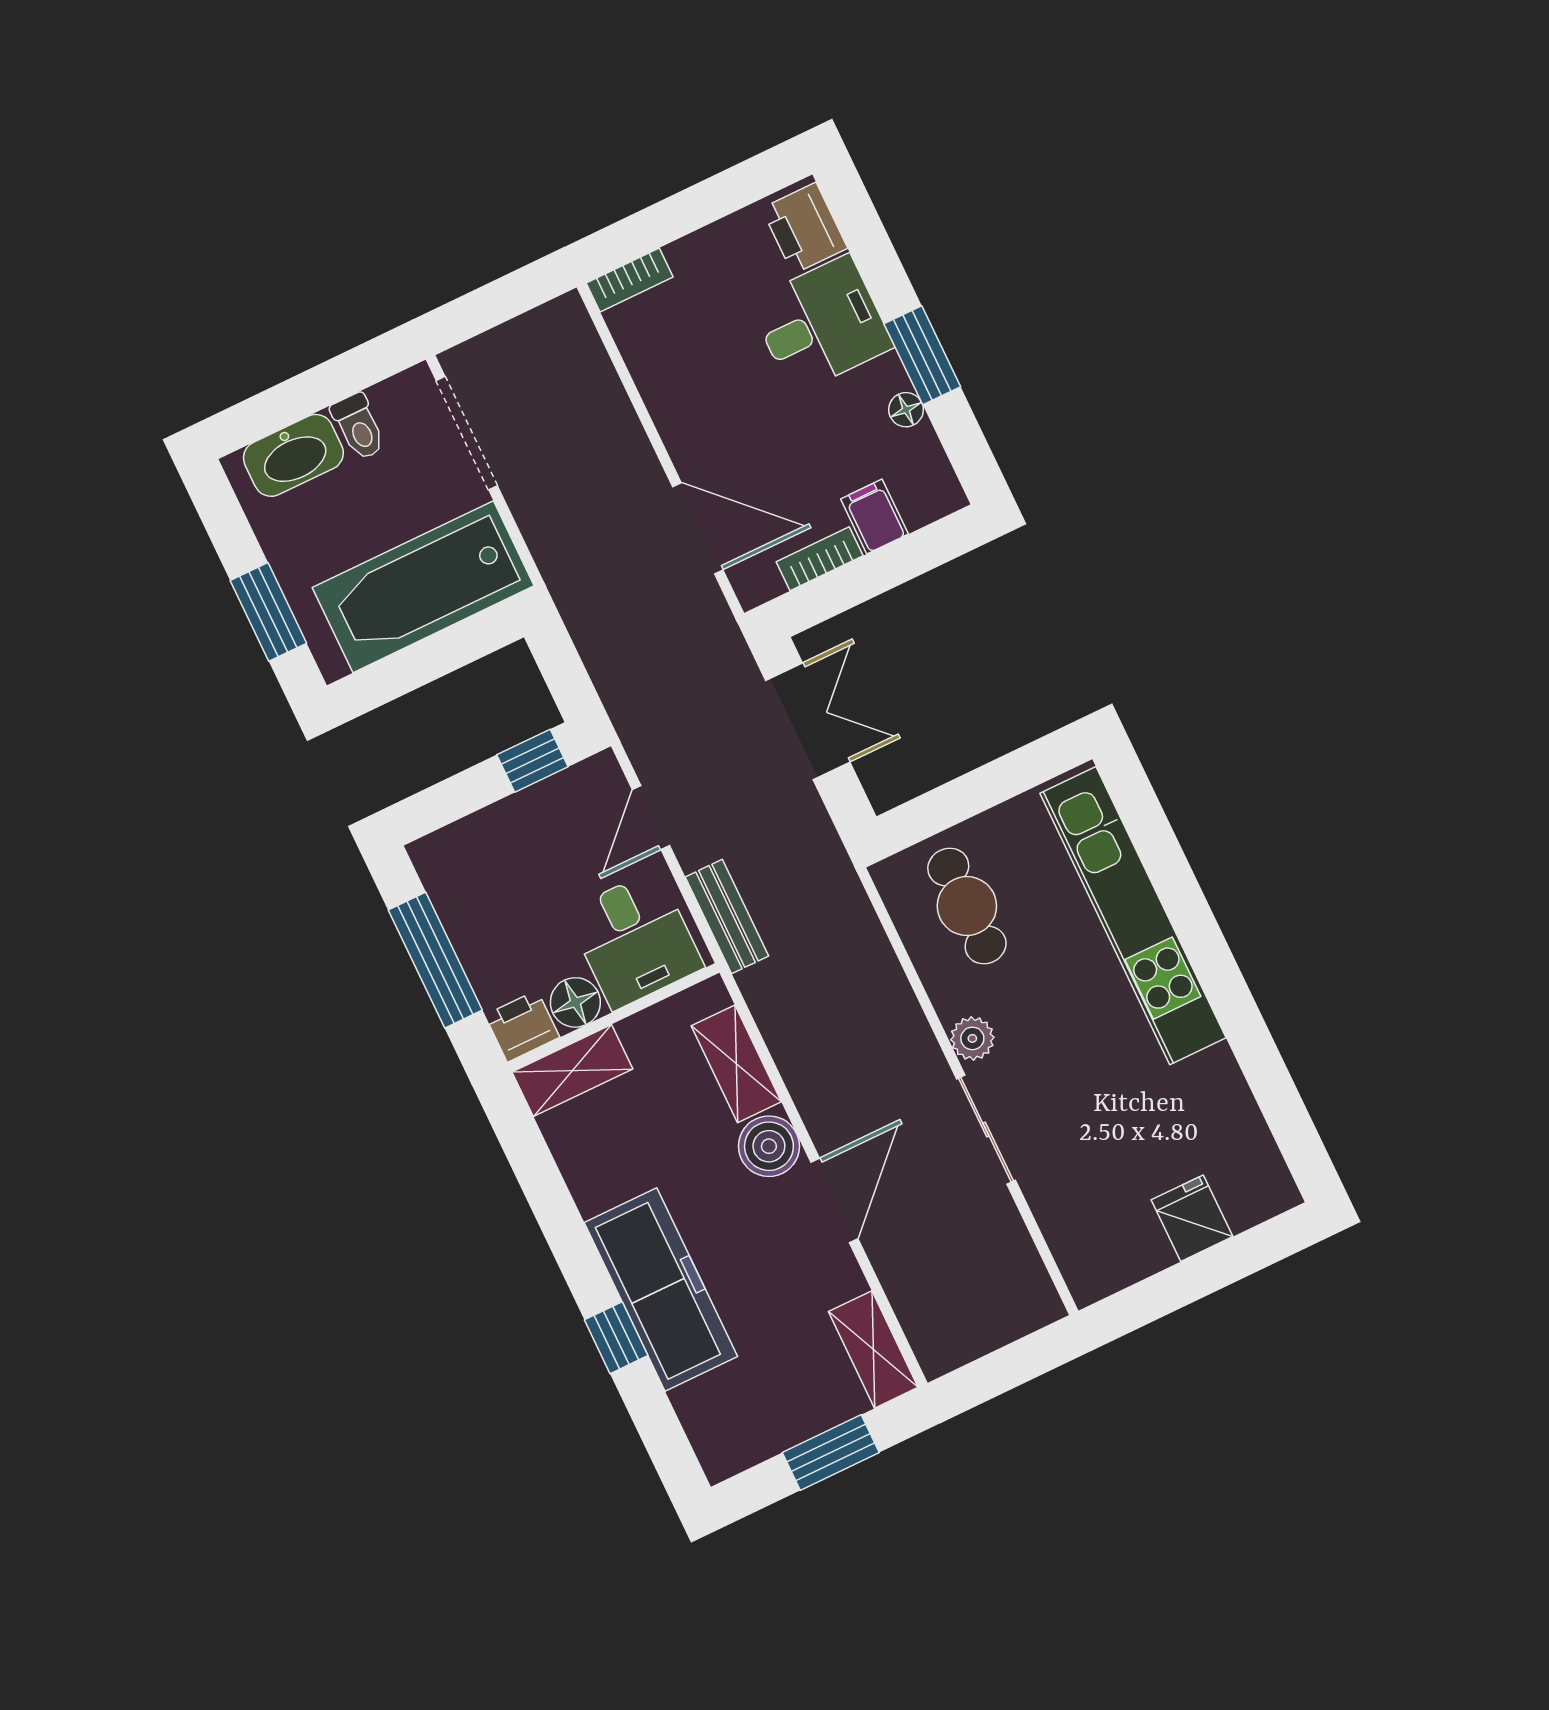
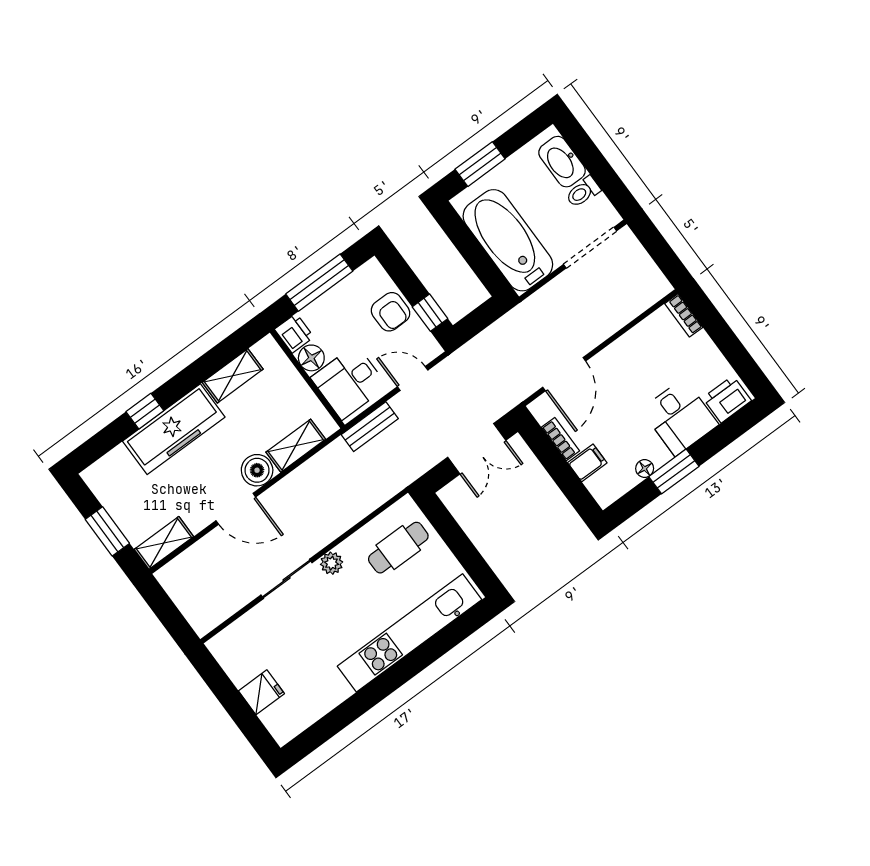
armchair: (516, 835) -> (391, 312), added
shelving: (572, 1071) -> (233, 376), moved, turned 90

